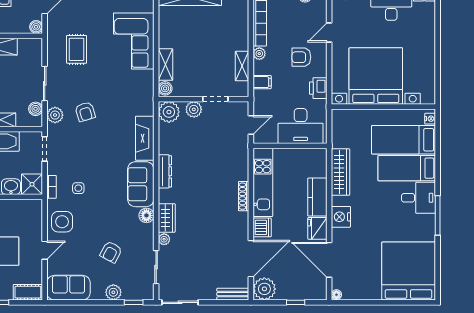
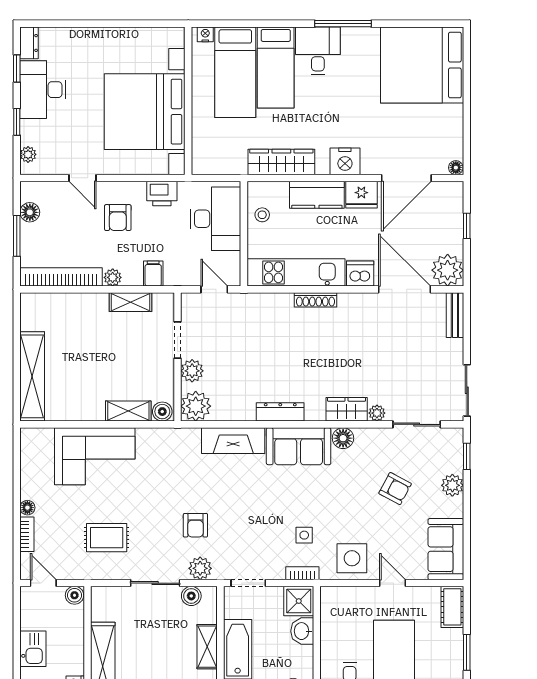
armchair: (85, 112) -> (195, 525), turned 107
stool: (303, 159) -> (262, 215), added

